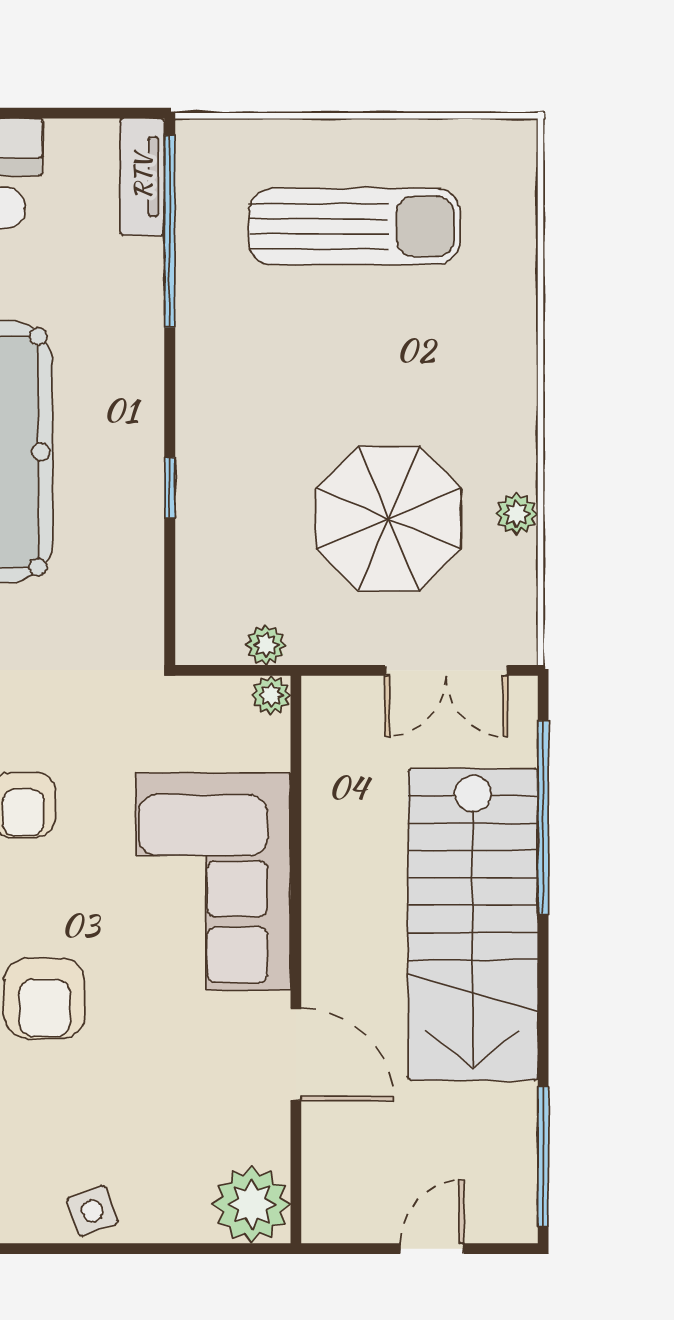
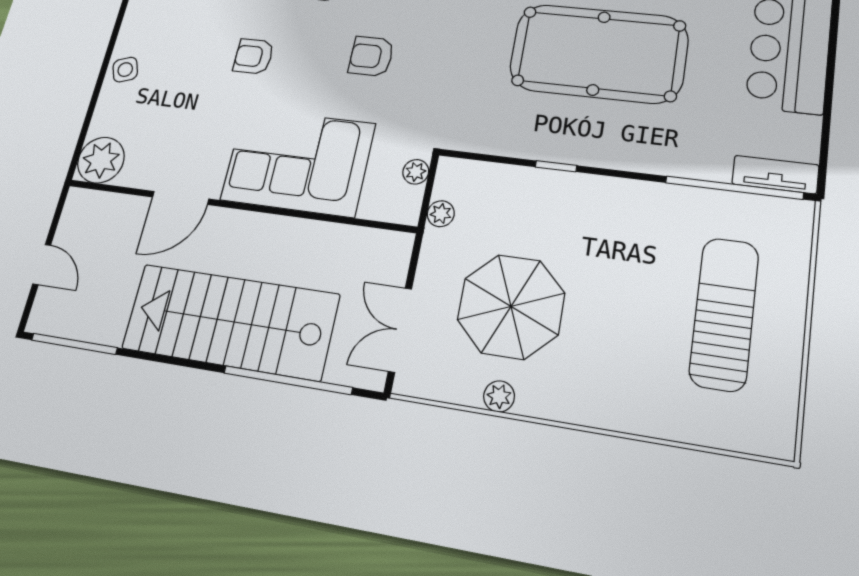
sun lounger: (355, 226) -> (724, 313), turned 180
plant: (271, 695) -> (416, 172), moved
armchair: (45, 998) -> (254, 56), width x0.72, depth x0.72

